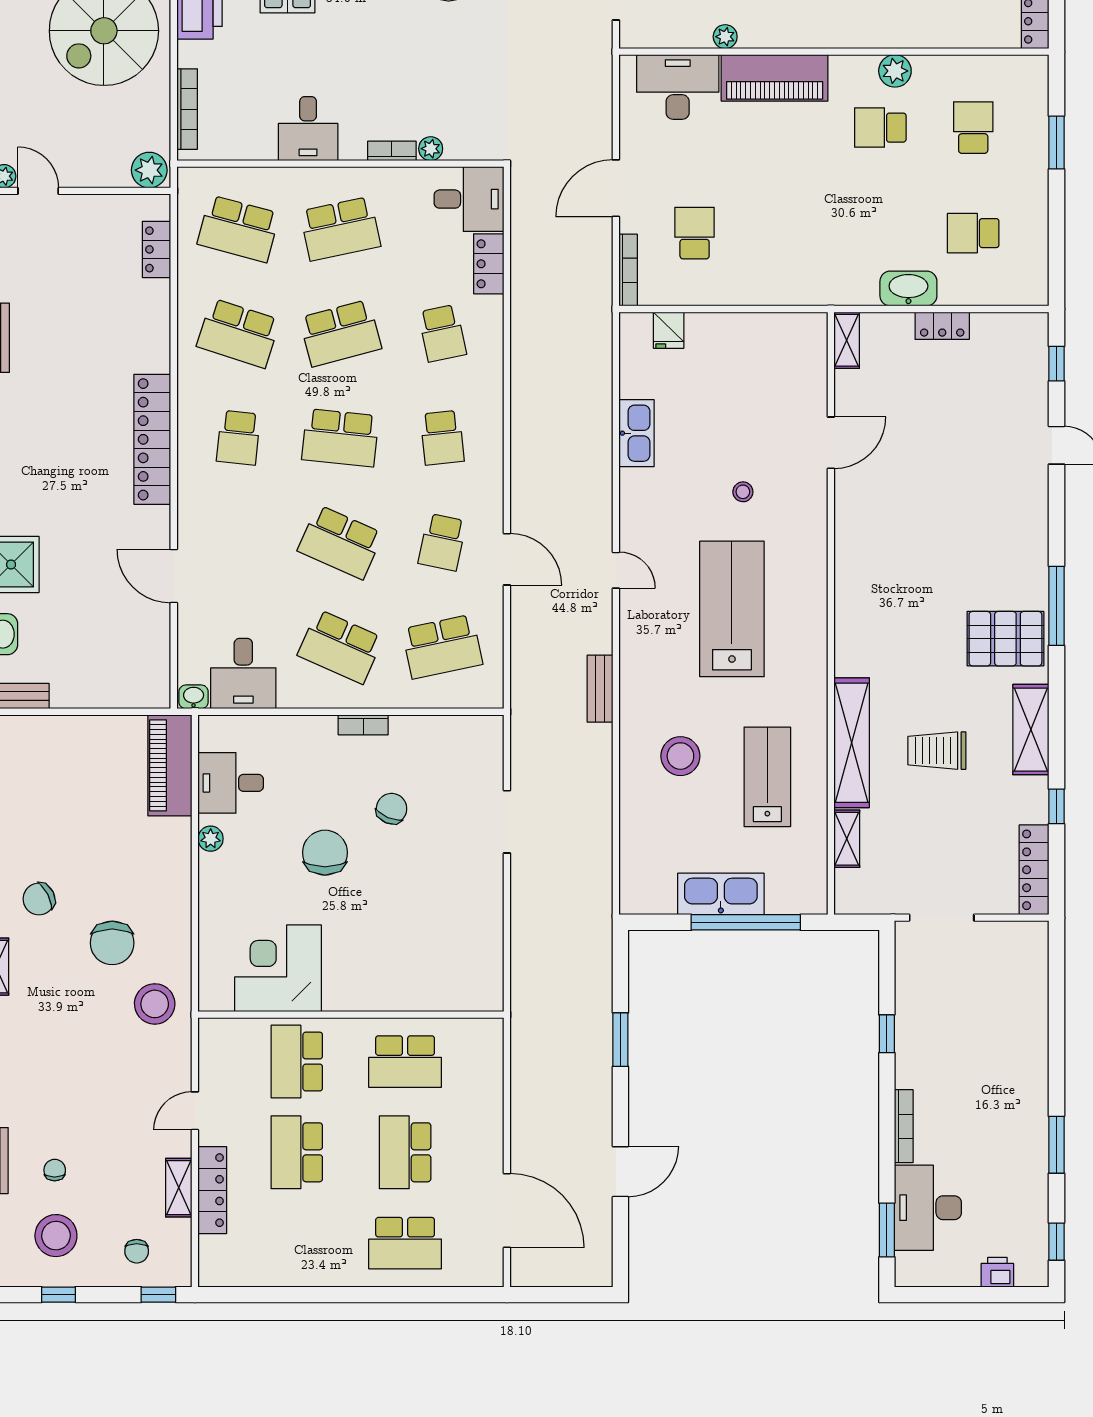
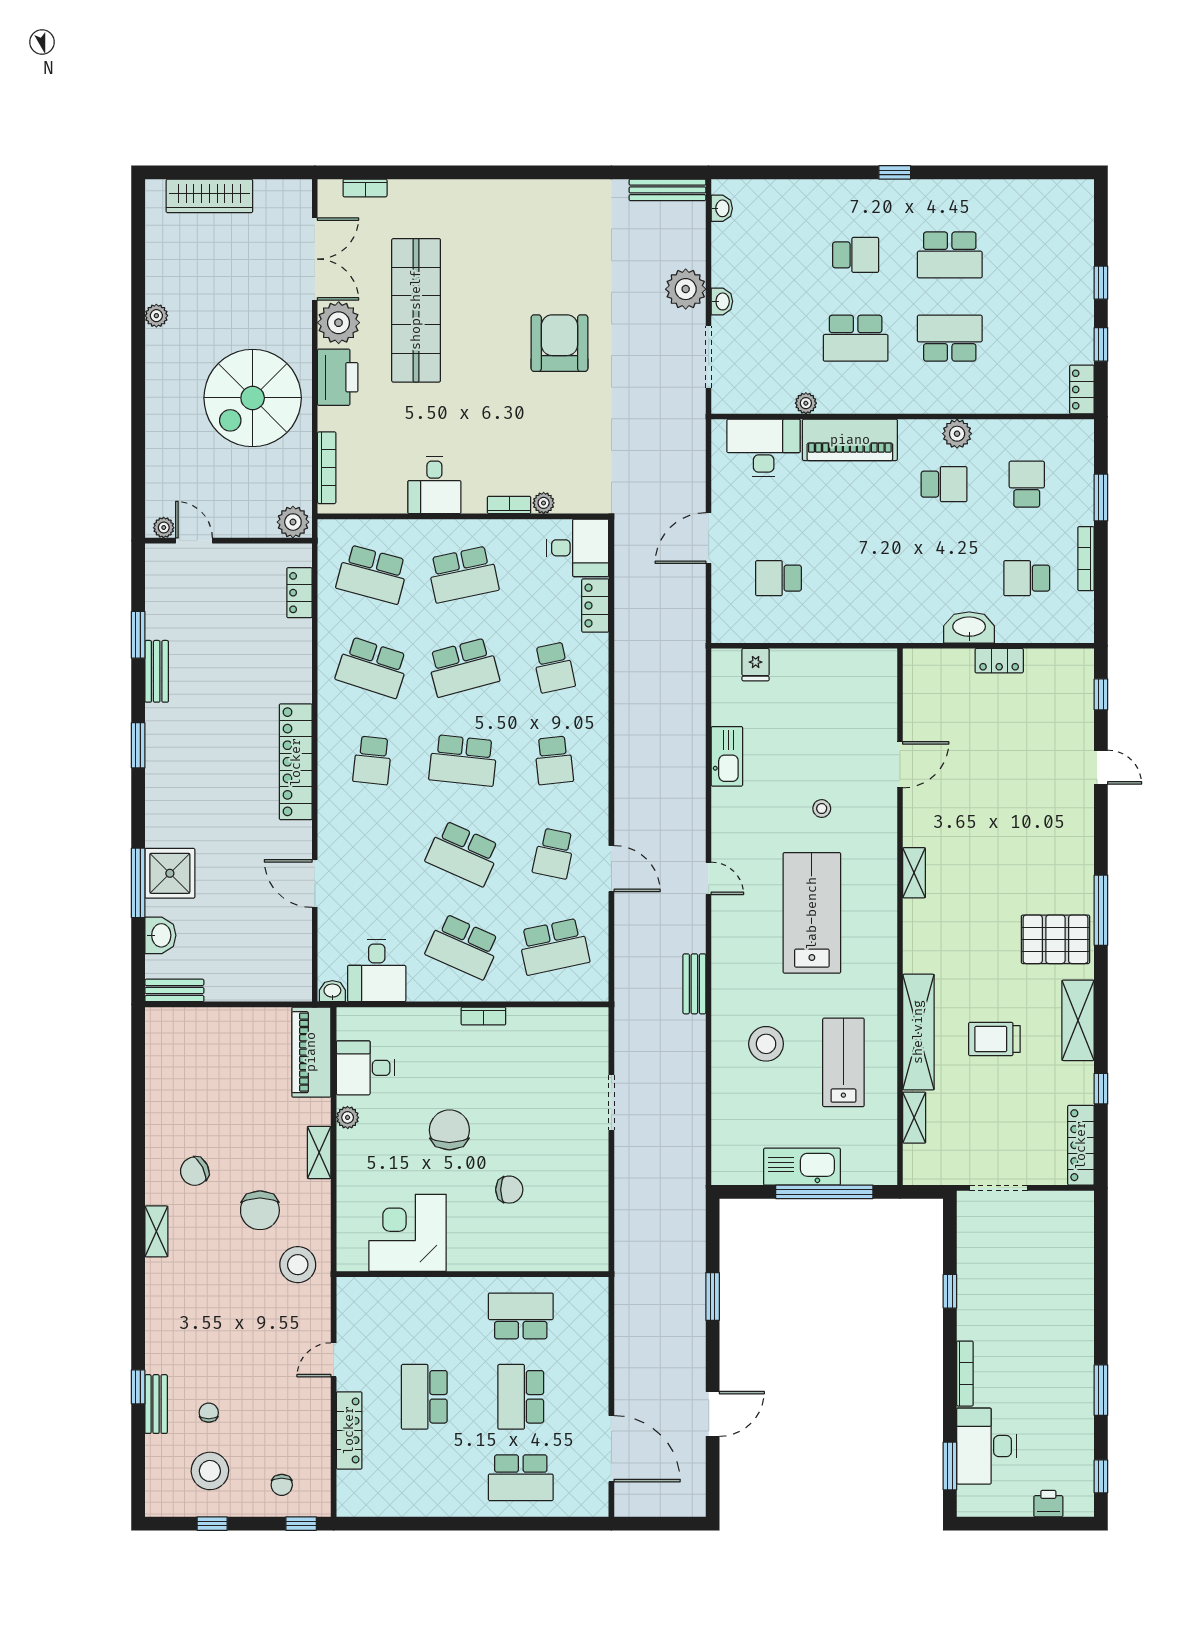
school desk: (880, 128) -> (944, 484), turned 180
school desk: (695, 233) -> (779, 578), turned -90
bookcase: (628, 270) -> (1086, 559), moved, turned 180
shelving: (847, 340) -> (914, 873), moved
chair: (392, 809) -> (509, 1190), moved, turned 67
school desk: (297, 1062) -> (424, 1316), removed
school desk: (405, 1062) -> (521, 1316), turned 180
shelving: (179, 1188) -> (319, 1152), moved

